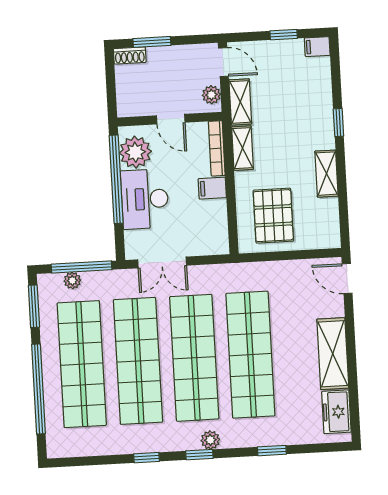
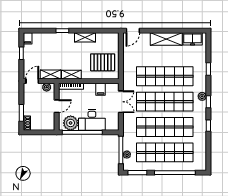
filing cabinet: (212, 188) -> (101, 89), moved
double door: (162, 262) -> (121, 102), moved

